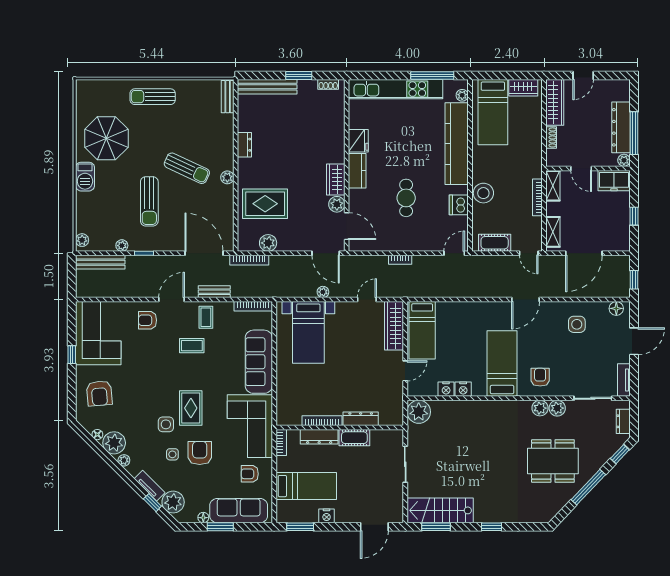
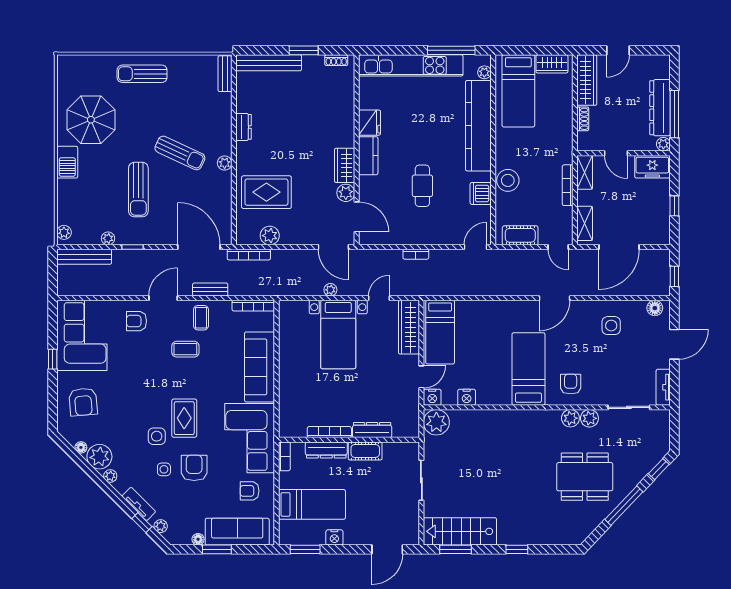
bed with nightstands: (308, 332) -> (338, 335), moved
nightstand: (463, 389) -> (432, 397), moved
dresser: (623, 421) -> (662, 433), removed
plant: (173, 502) -> (161, 526), width x0.53, depth x0.53

